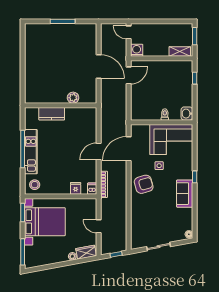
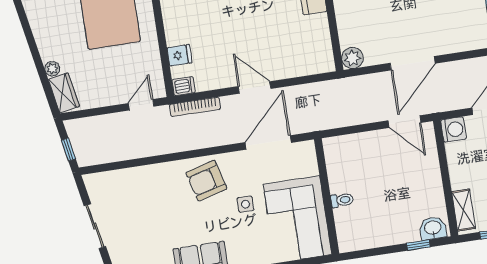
plant: (73, 98) -> (352, 58), moved
washbasin: (187, 114) -> (433, 228), moved
door: (129, 149) -> (268, 142), hinge flipped
armchair: (144, 184) -> (206, 181), turned 91
door: (99, 226) -> (141, 105), moved

